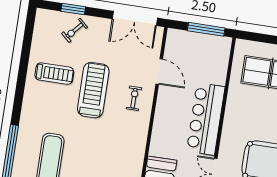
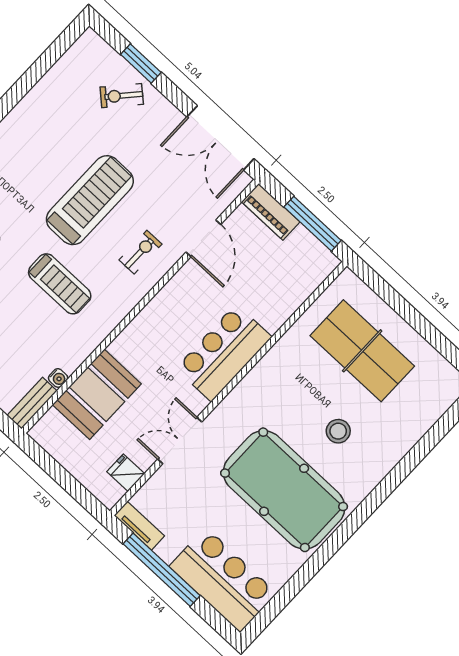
piano: (183, 37) -> (271, 212), added
treadmill: (54, 74) -> (60, 284), moved
bar counter: (206, 119) -> (224, 353), width x0.73

